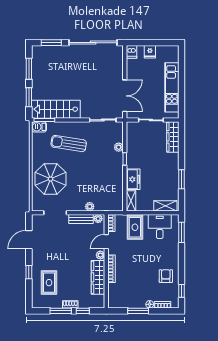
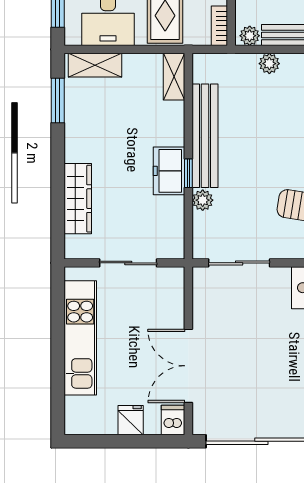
double door: (125, 96) -> (188, 366), moved
wardrobe: (173, 137) -> (78, 199), moved
bench: (118, 175) -> (205, 136), added
freezer: (133, 179) -> (169, 171), moved
window: (182, 179) -> (58, 100), moved

